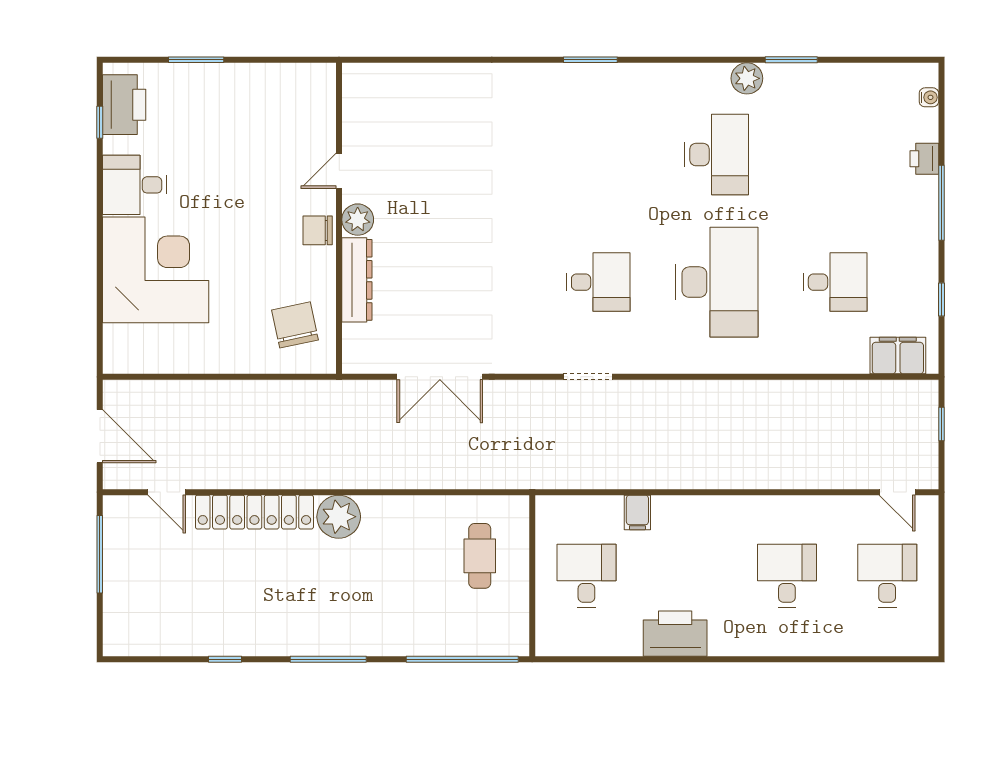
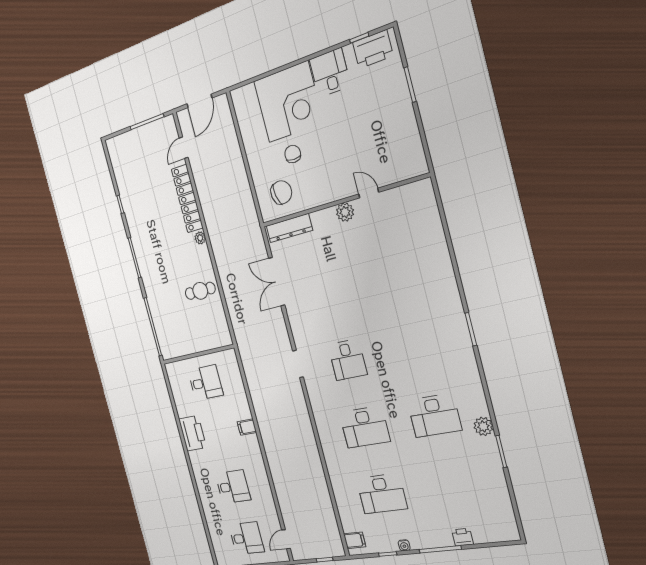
water cooler: (929, 97) -> (404, 545), moved
chair: (318, 230) -> (293, 154), moved
dresser: (357, 280) -> (289, 228), moved
desk: (717, 282) -> (365, 427), width x0.73, depth x0.77
desk: (835, 282) -> (382, 494), width x1.37
filing cabinet: (898, 355) -> (355, 540), width x0.50
filing cabinet: (637, 512) -> (247, 427), moved
plant: (339, 517) -> (200, 238), width x0.53, depth x0.53
cafe table: (480, 556) -> (200, 291), moved

